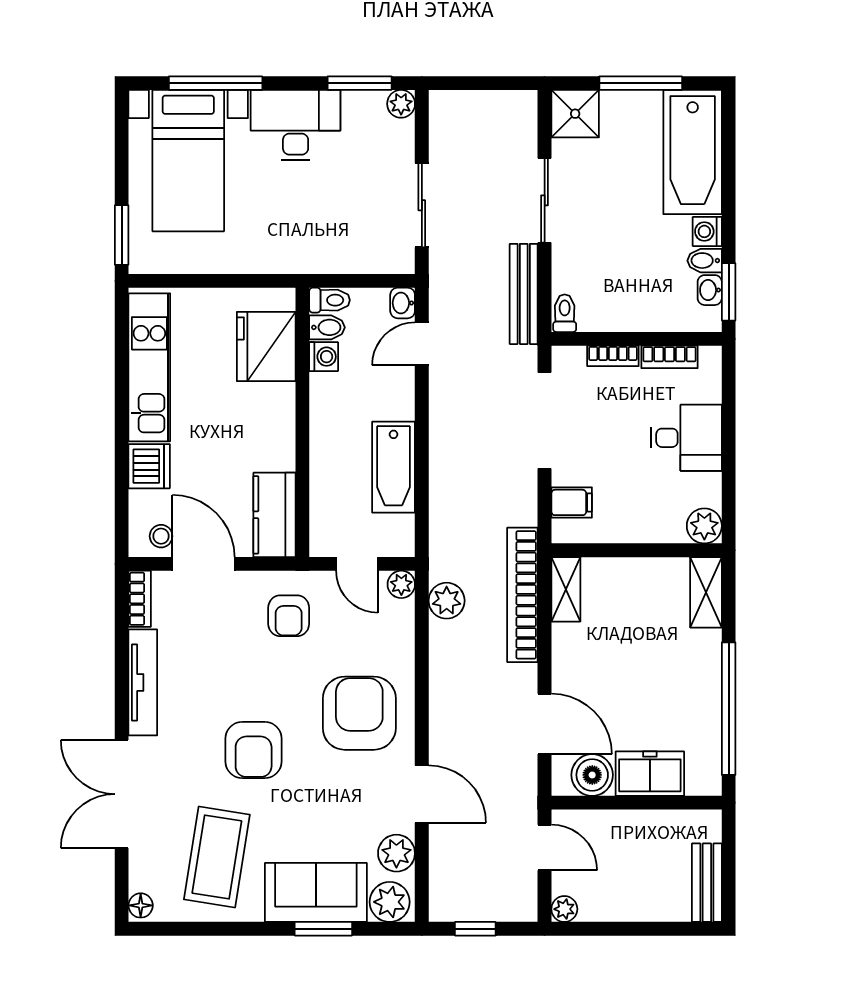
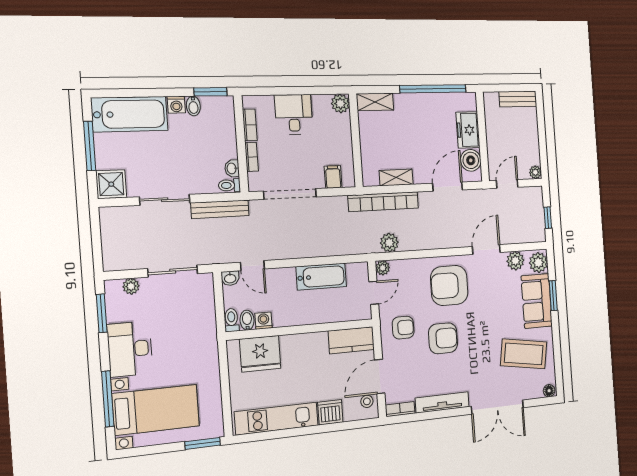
plant: (401, 104) -> (131, 286), moved
washbasin: (710, 290) -> (232, 168), moved, turned 90
shelving: (566, 589) -> (396, 177), moved
armchair: (254, 750) -> (443, 338), moved

